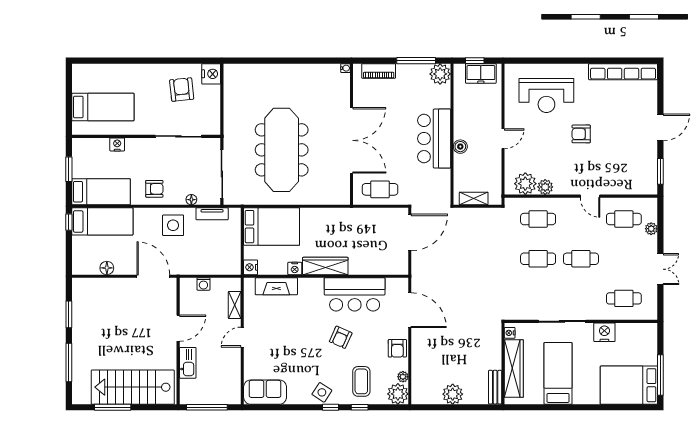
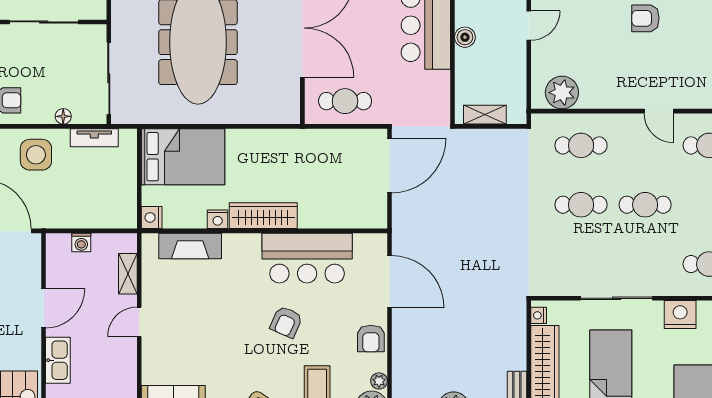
plant: (545, 187) -> (592, 98), removed

